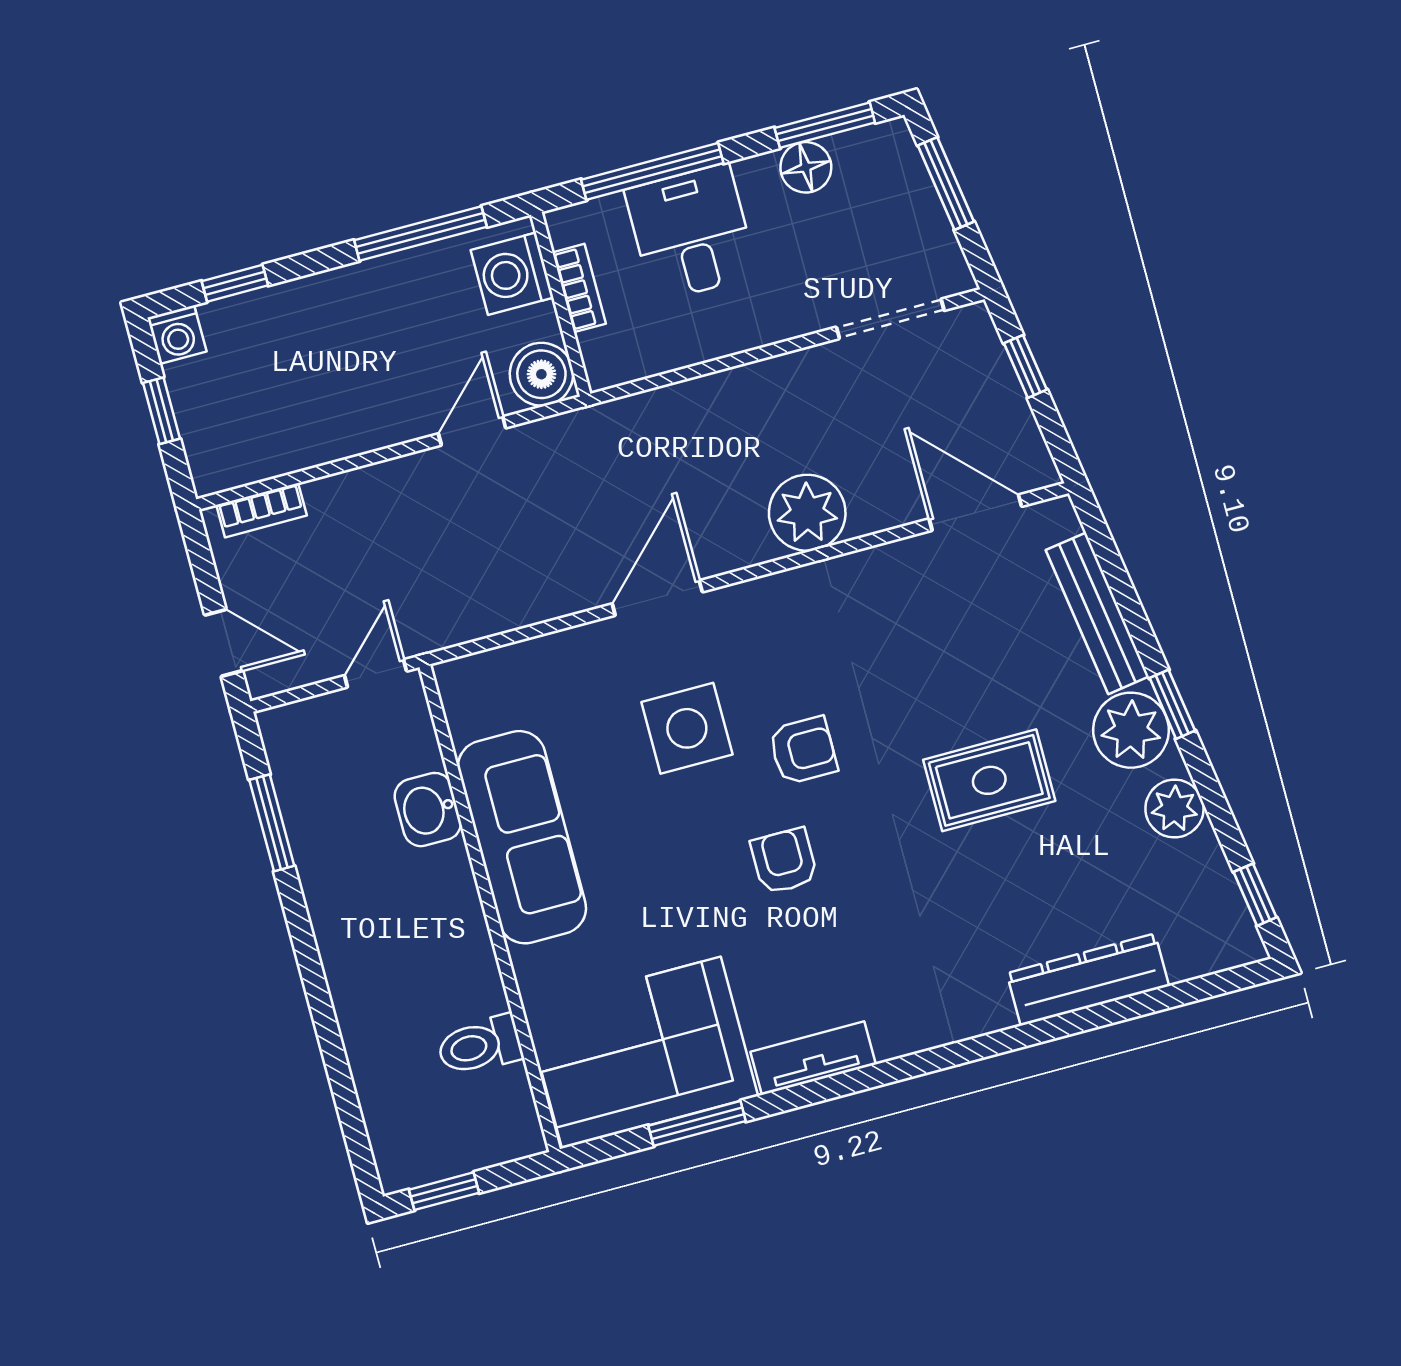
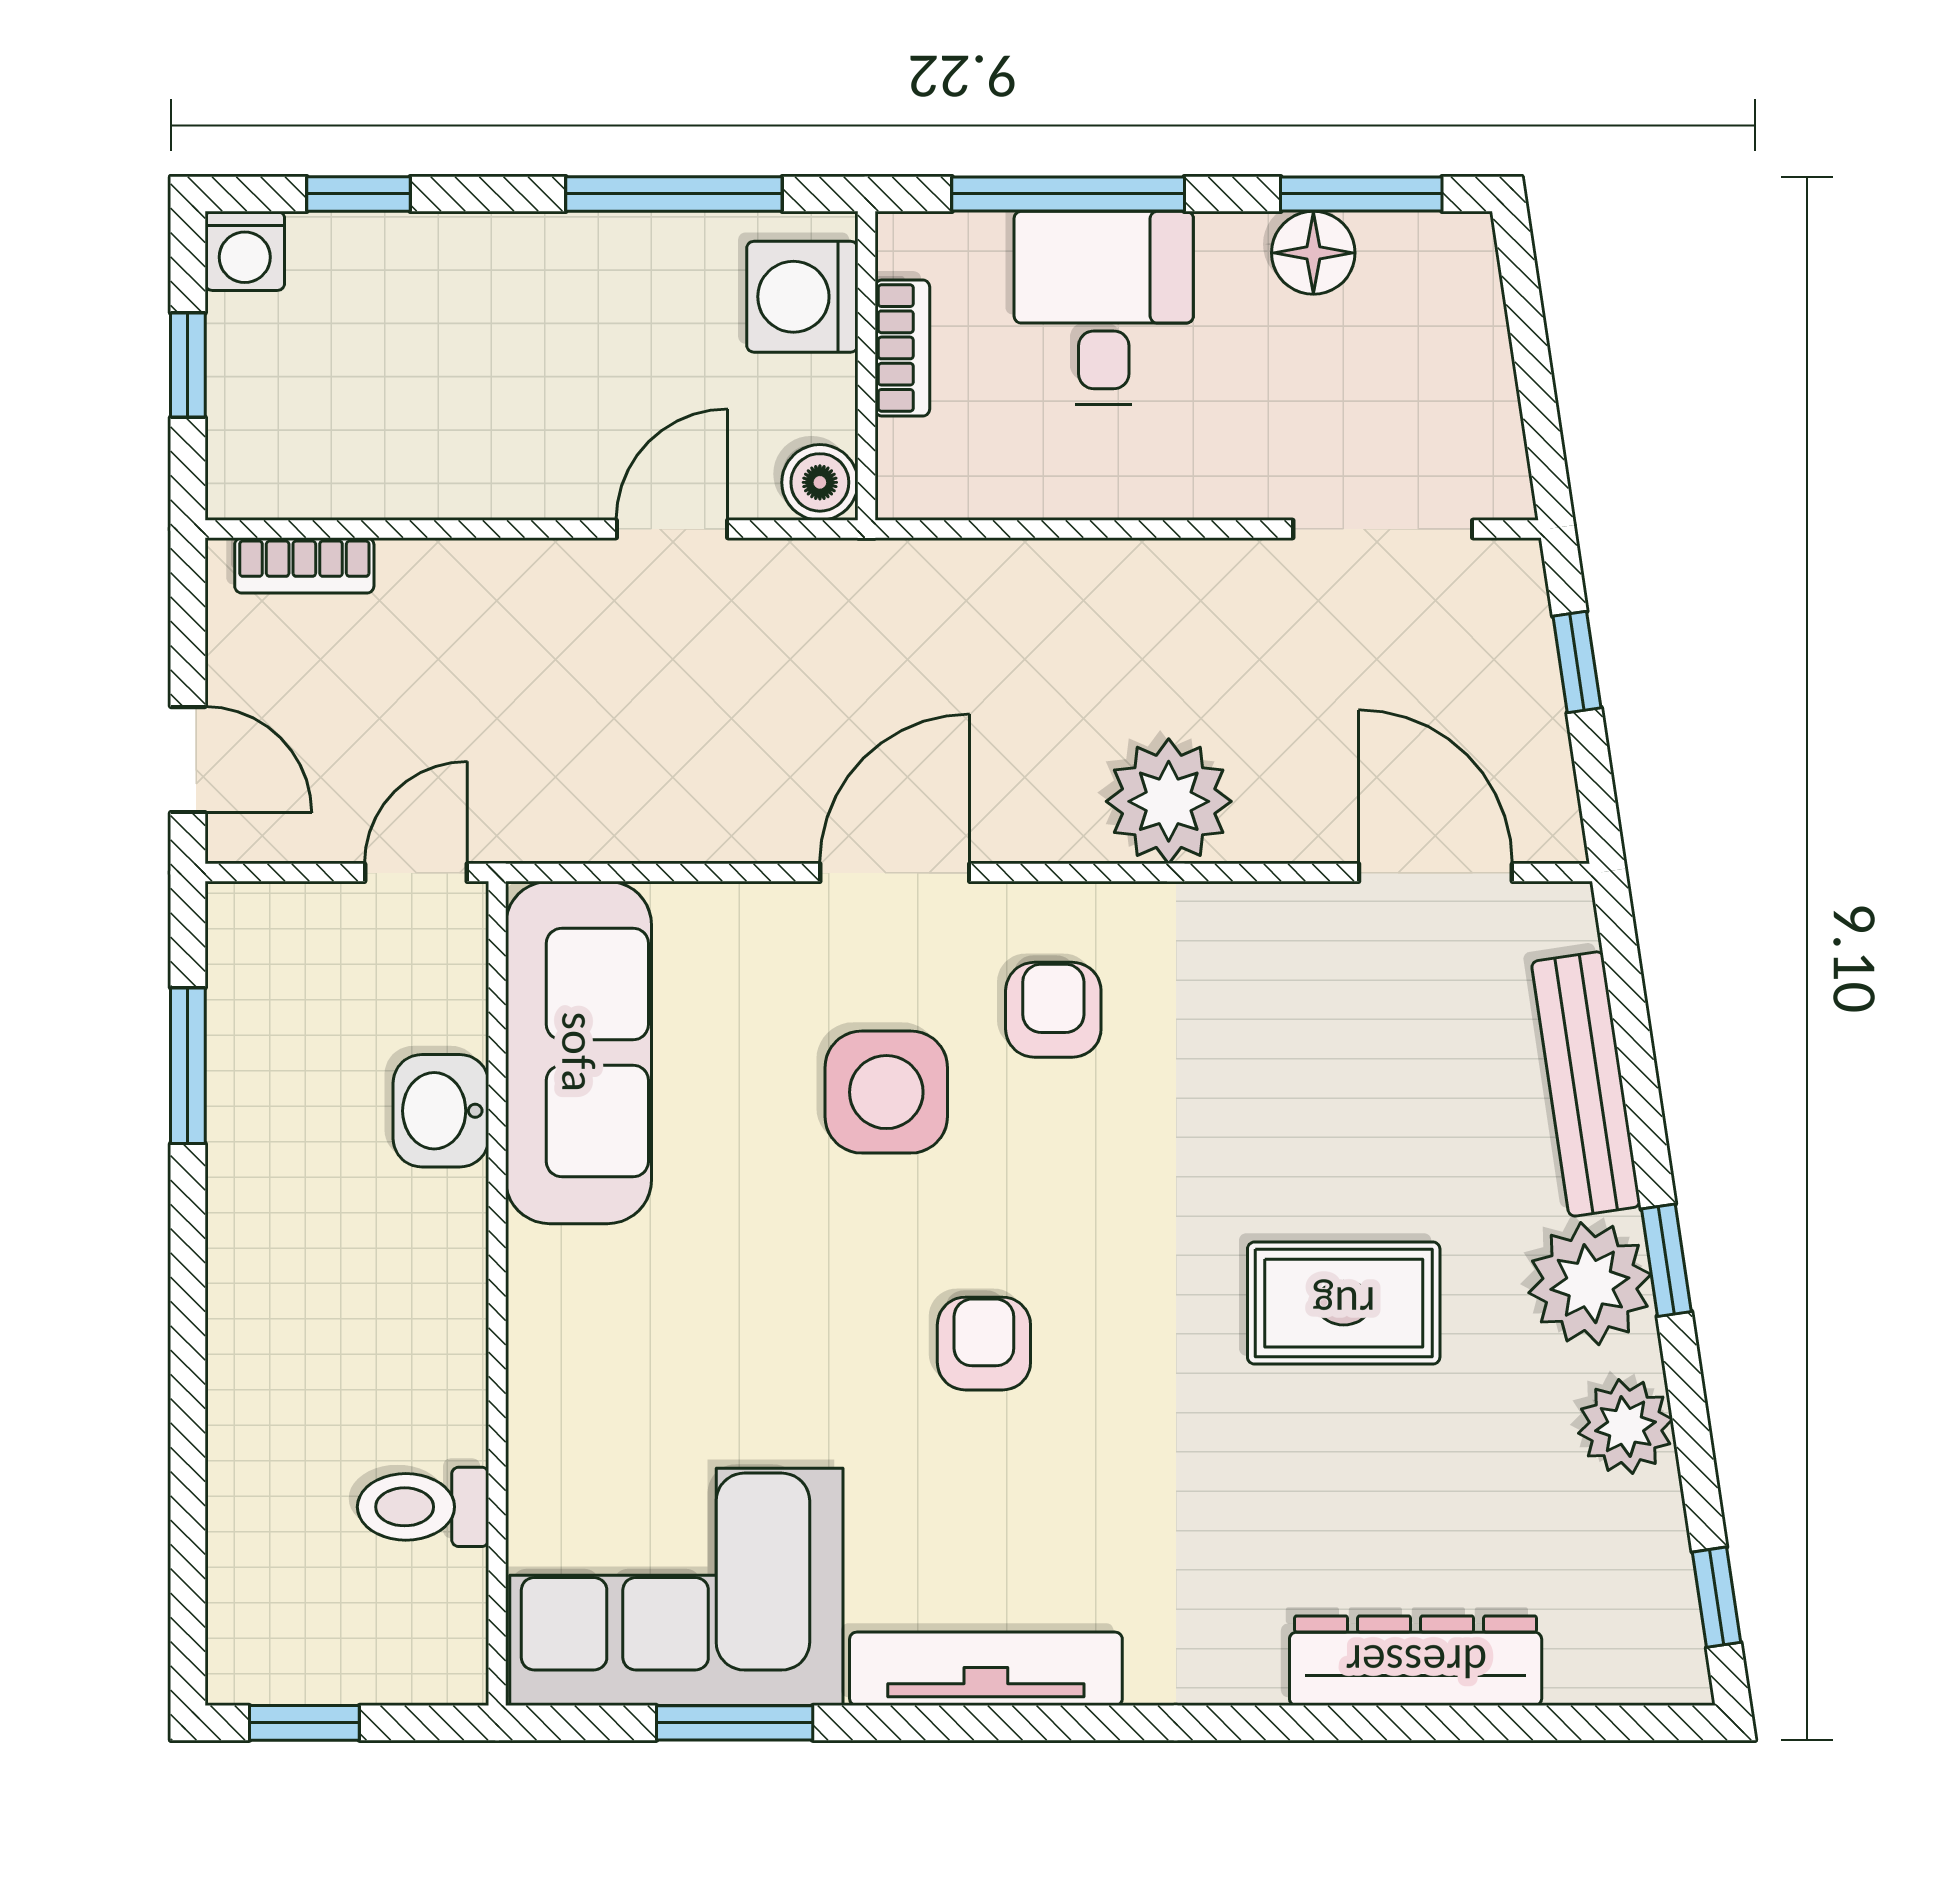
window: (946, 184) -> (1529, 338), removed
boiler: (541, 374) -> (820, 482), width x0.73, depth x0.73
armchair: (803, 750) -> (1053, 1010), moved, turned -90
sofa: (522, 837) -> (578, 1052), moved
tv unit: (813, 1058) -> (986, 1669), width x1.41

